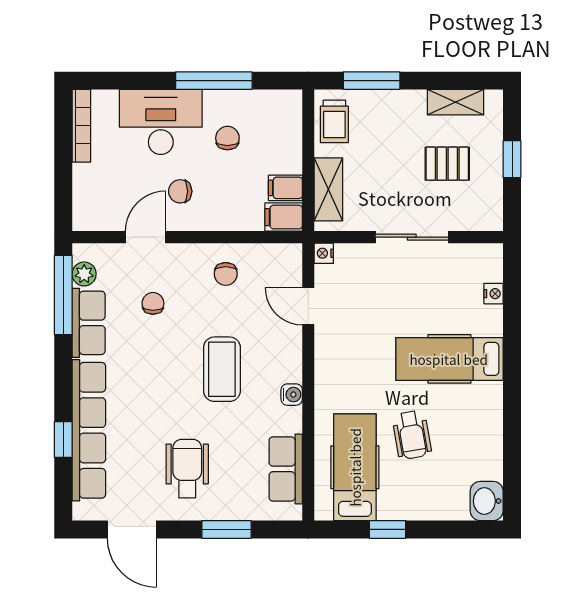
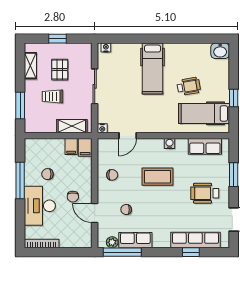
trolley: (334, 121) -> (53, 96), moved, turned 180
nightstand: (494, 294) -> (106, 47), moved
row of seats: (89, 430) -> (195, 240), width x0.73

